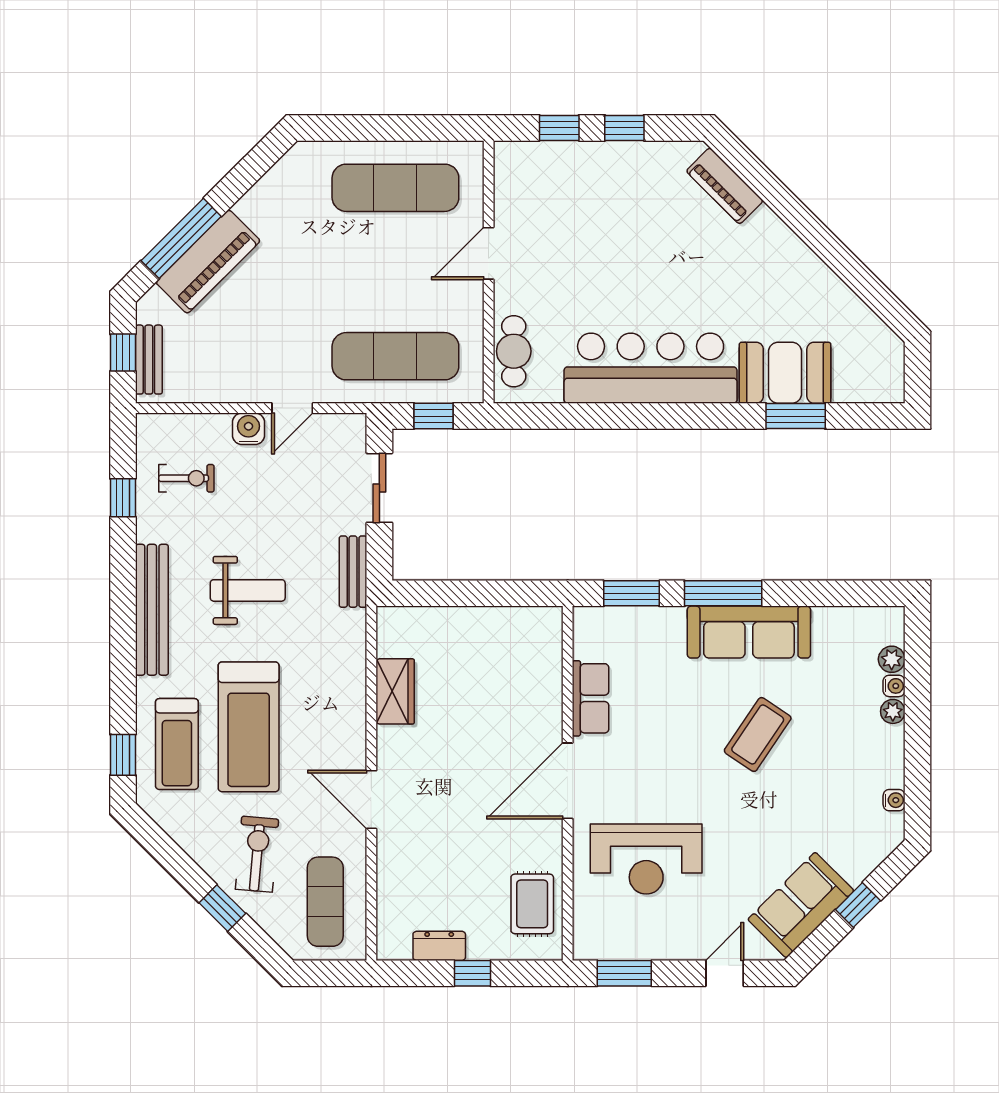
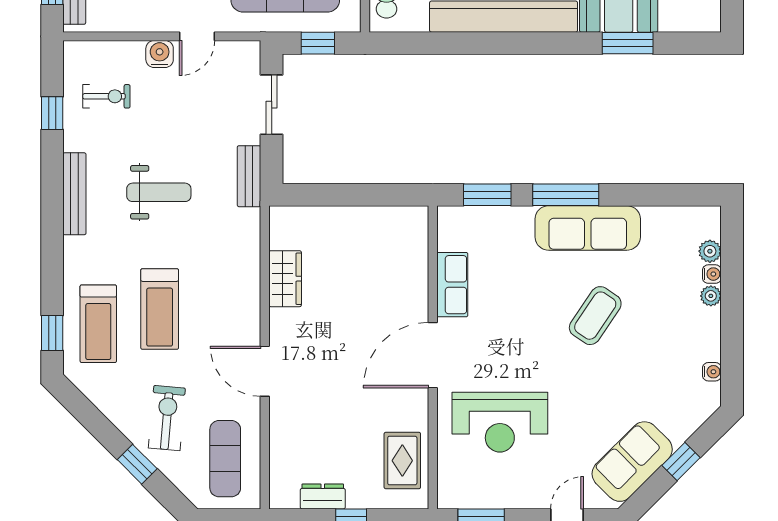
bench: (152, 610) -> (74, 194), width x0.73, depth x0.82
treadmill: (249, 727) -> (160, 309), width x0.73, depth x0.73

